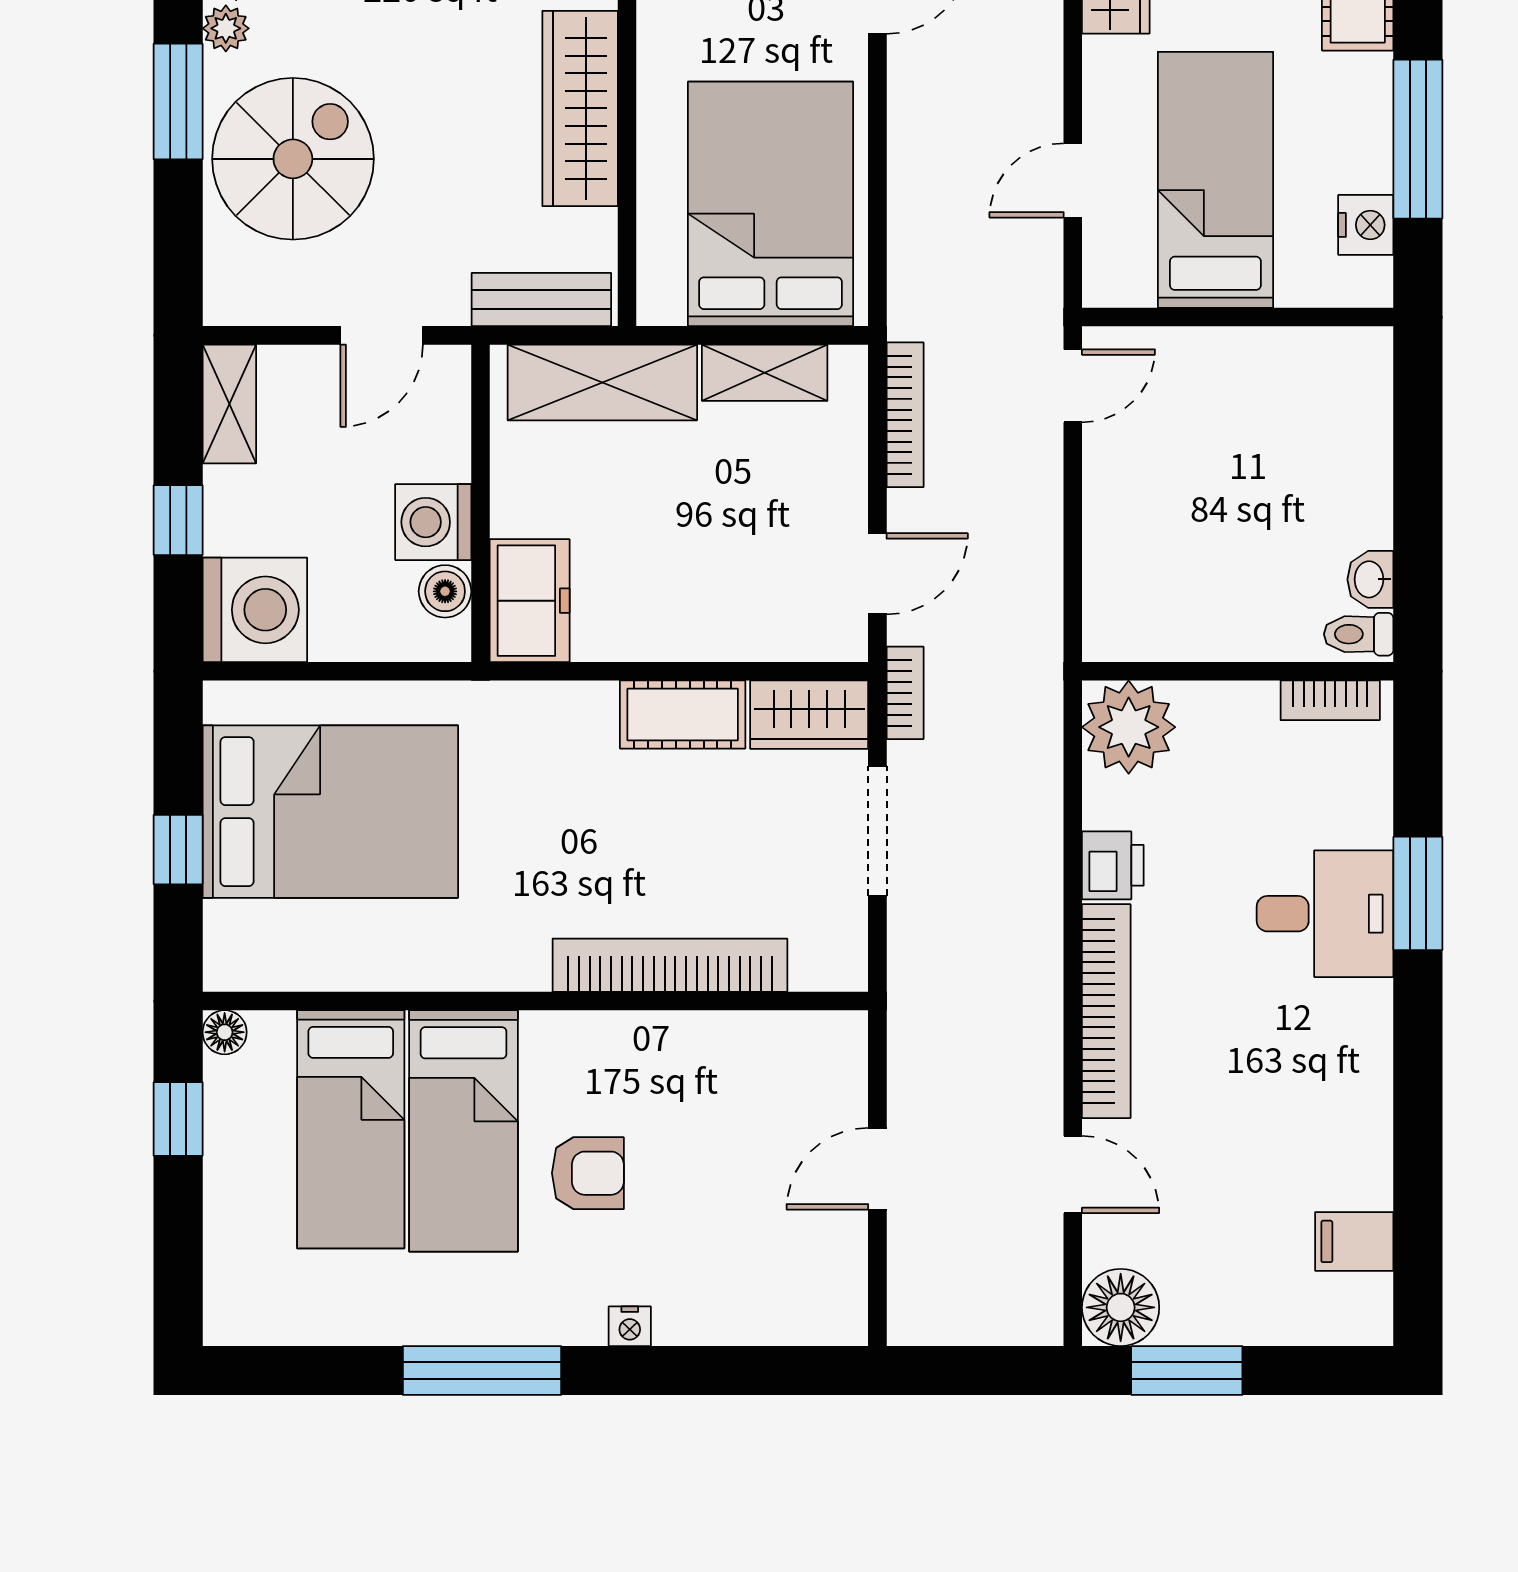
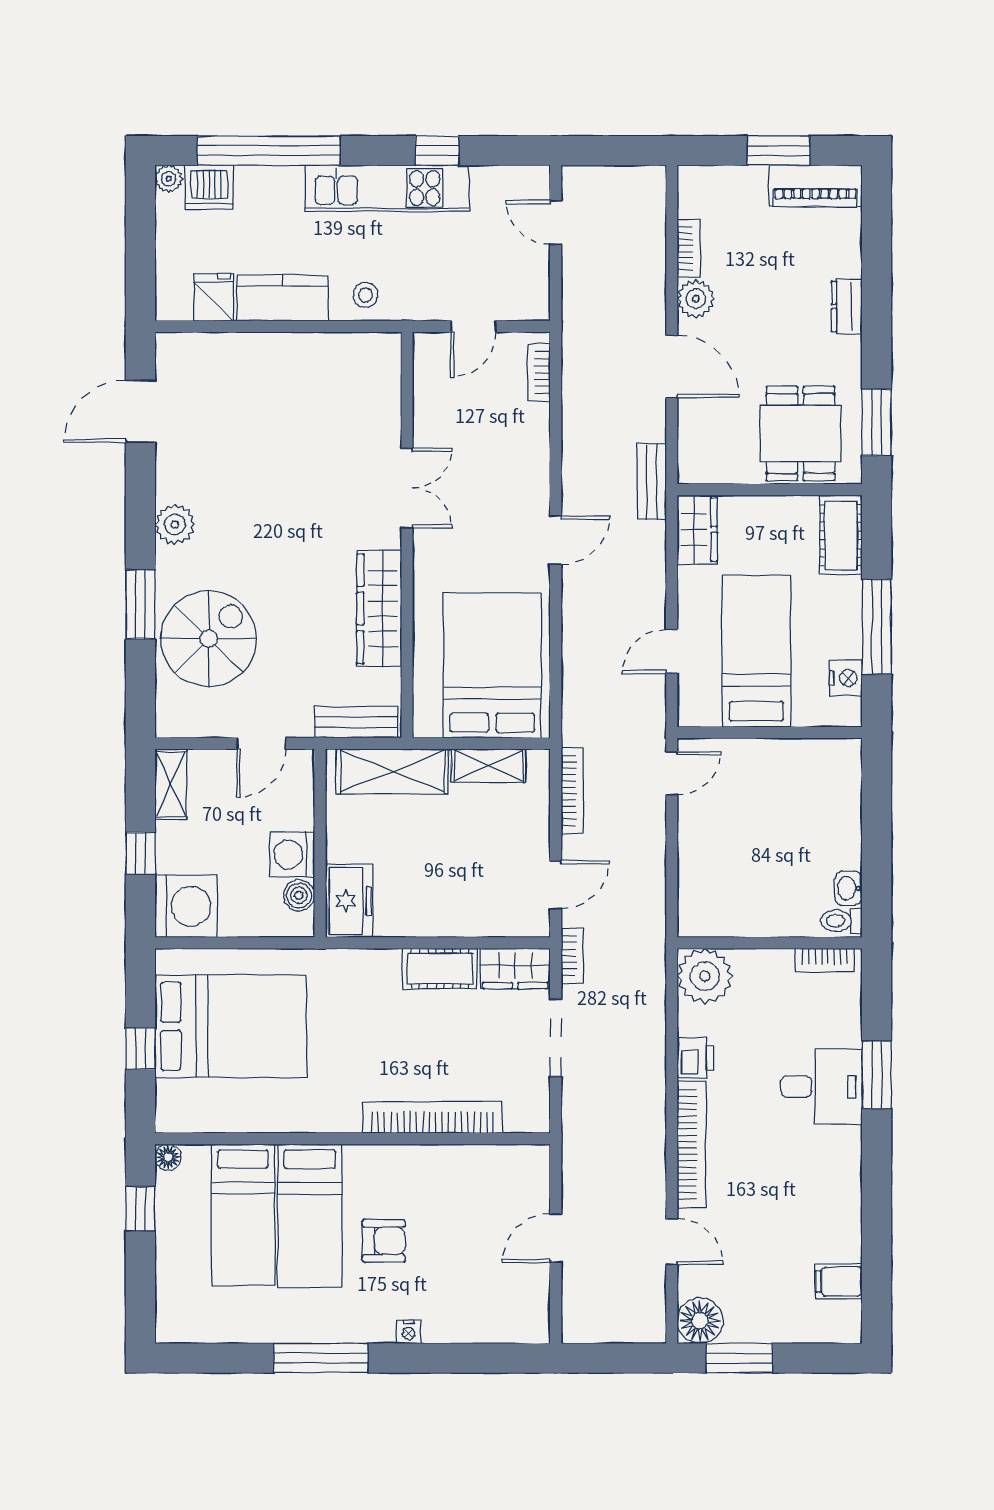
plant: (226, 28) -> (169, 561), removed

